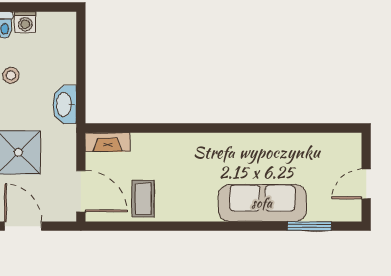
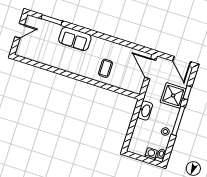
fireplace: (108, 142) -> (131, 87), removed
coffee table: (143, 199) -> (105, 68), moved
sofa: (262, 203) -> (75, 39), width x0.73

